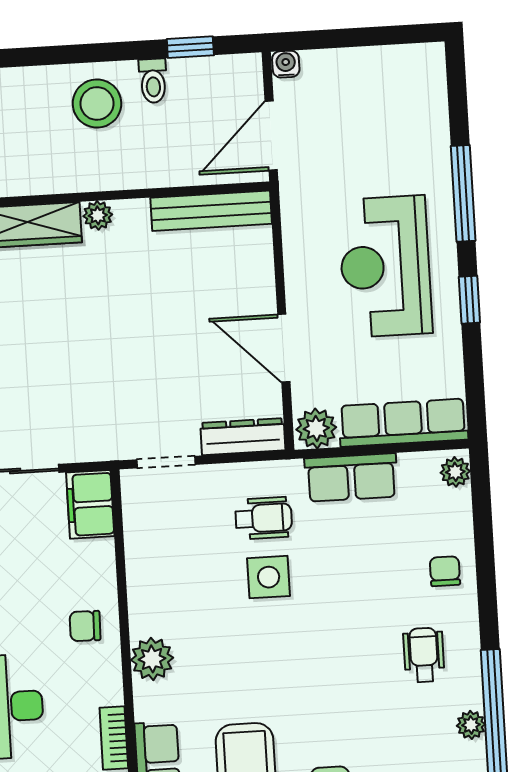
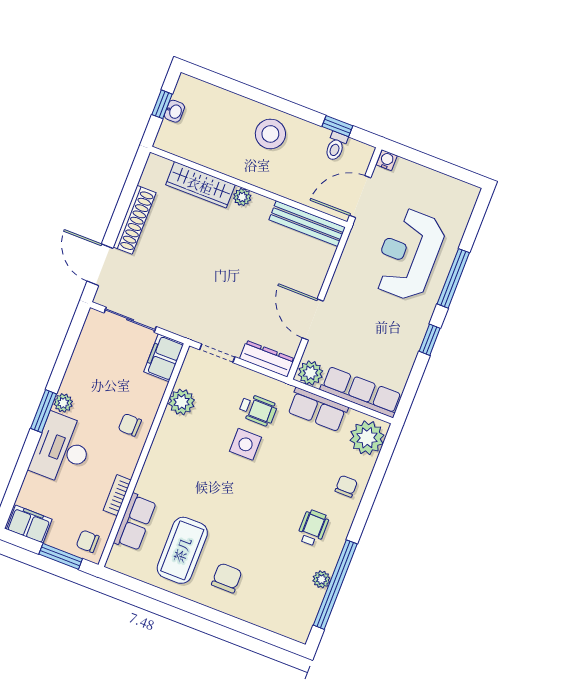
toilet: (153, 81) -> (336, 146), moved
reception desk: (385, 266) -> (409, 254), moved
plant: (455, 472) -> (367, 438), width x1.88, depth x1.88
plant: (152, 659) -> (182, 402), moved

